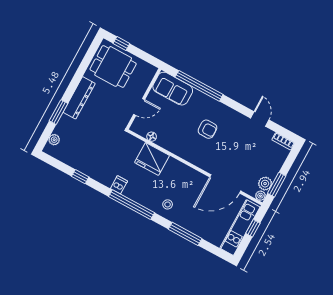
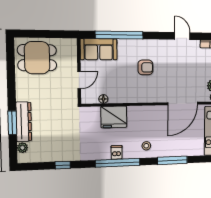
window: (121, 44) -> (33, 34), removed
dresser: (79, 98) -> (24, 122), moved
dishwasher: (119, 185) -> (117, 152), moved

